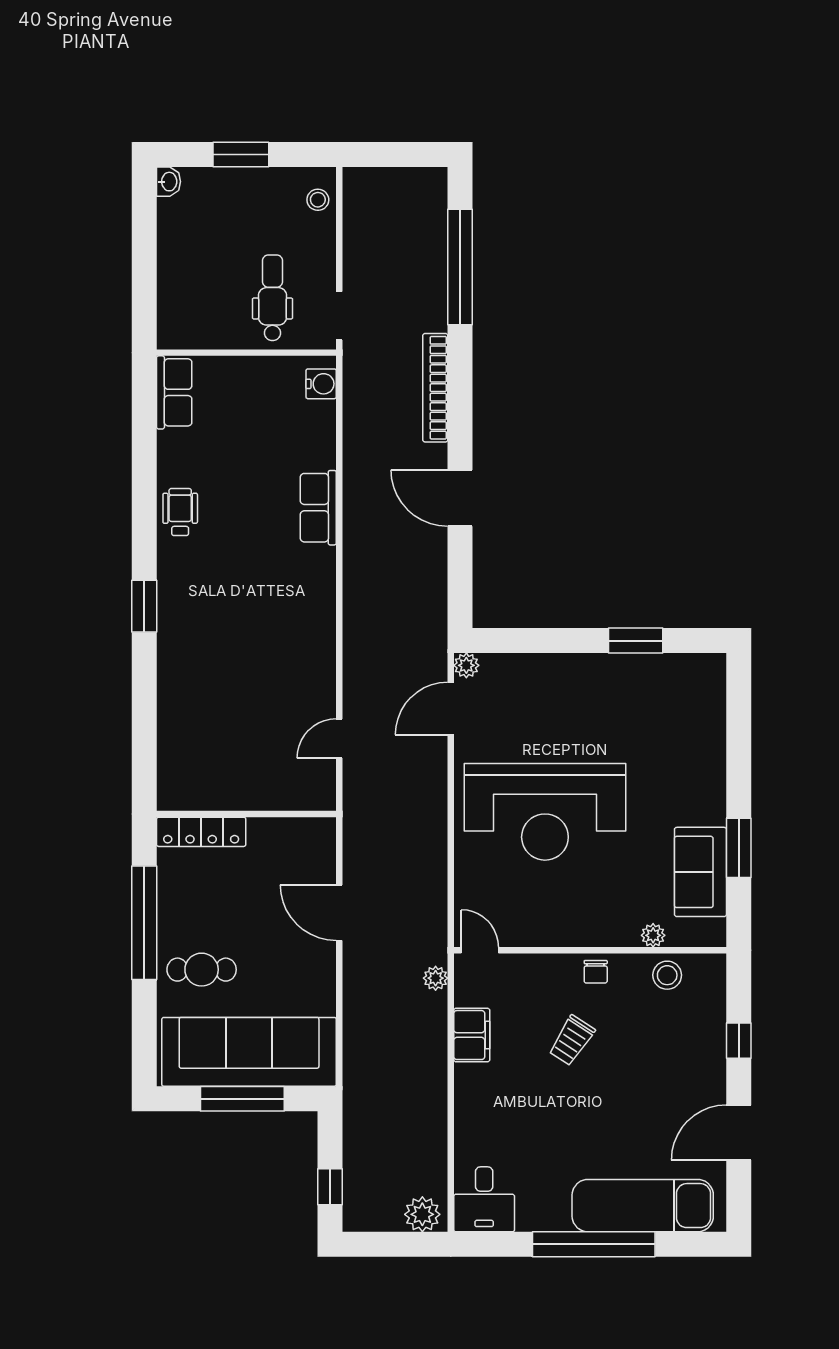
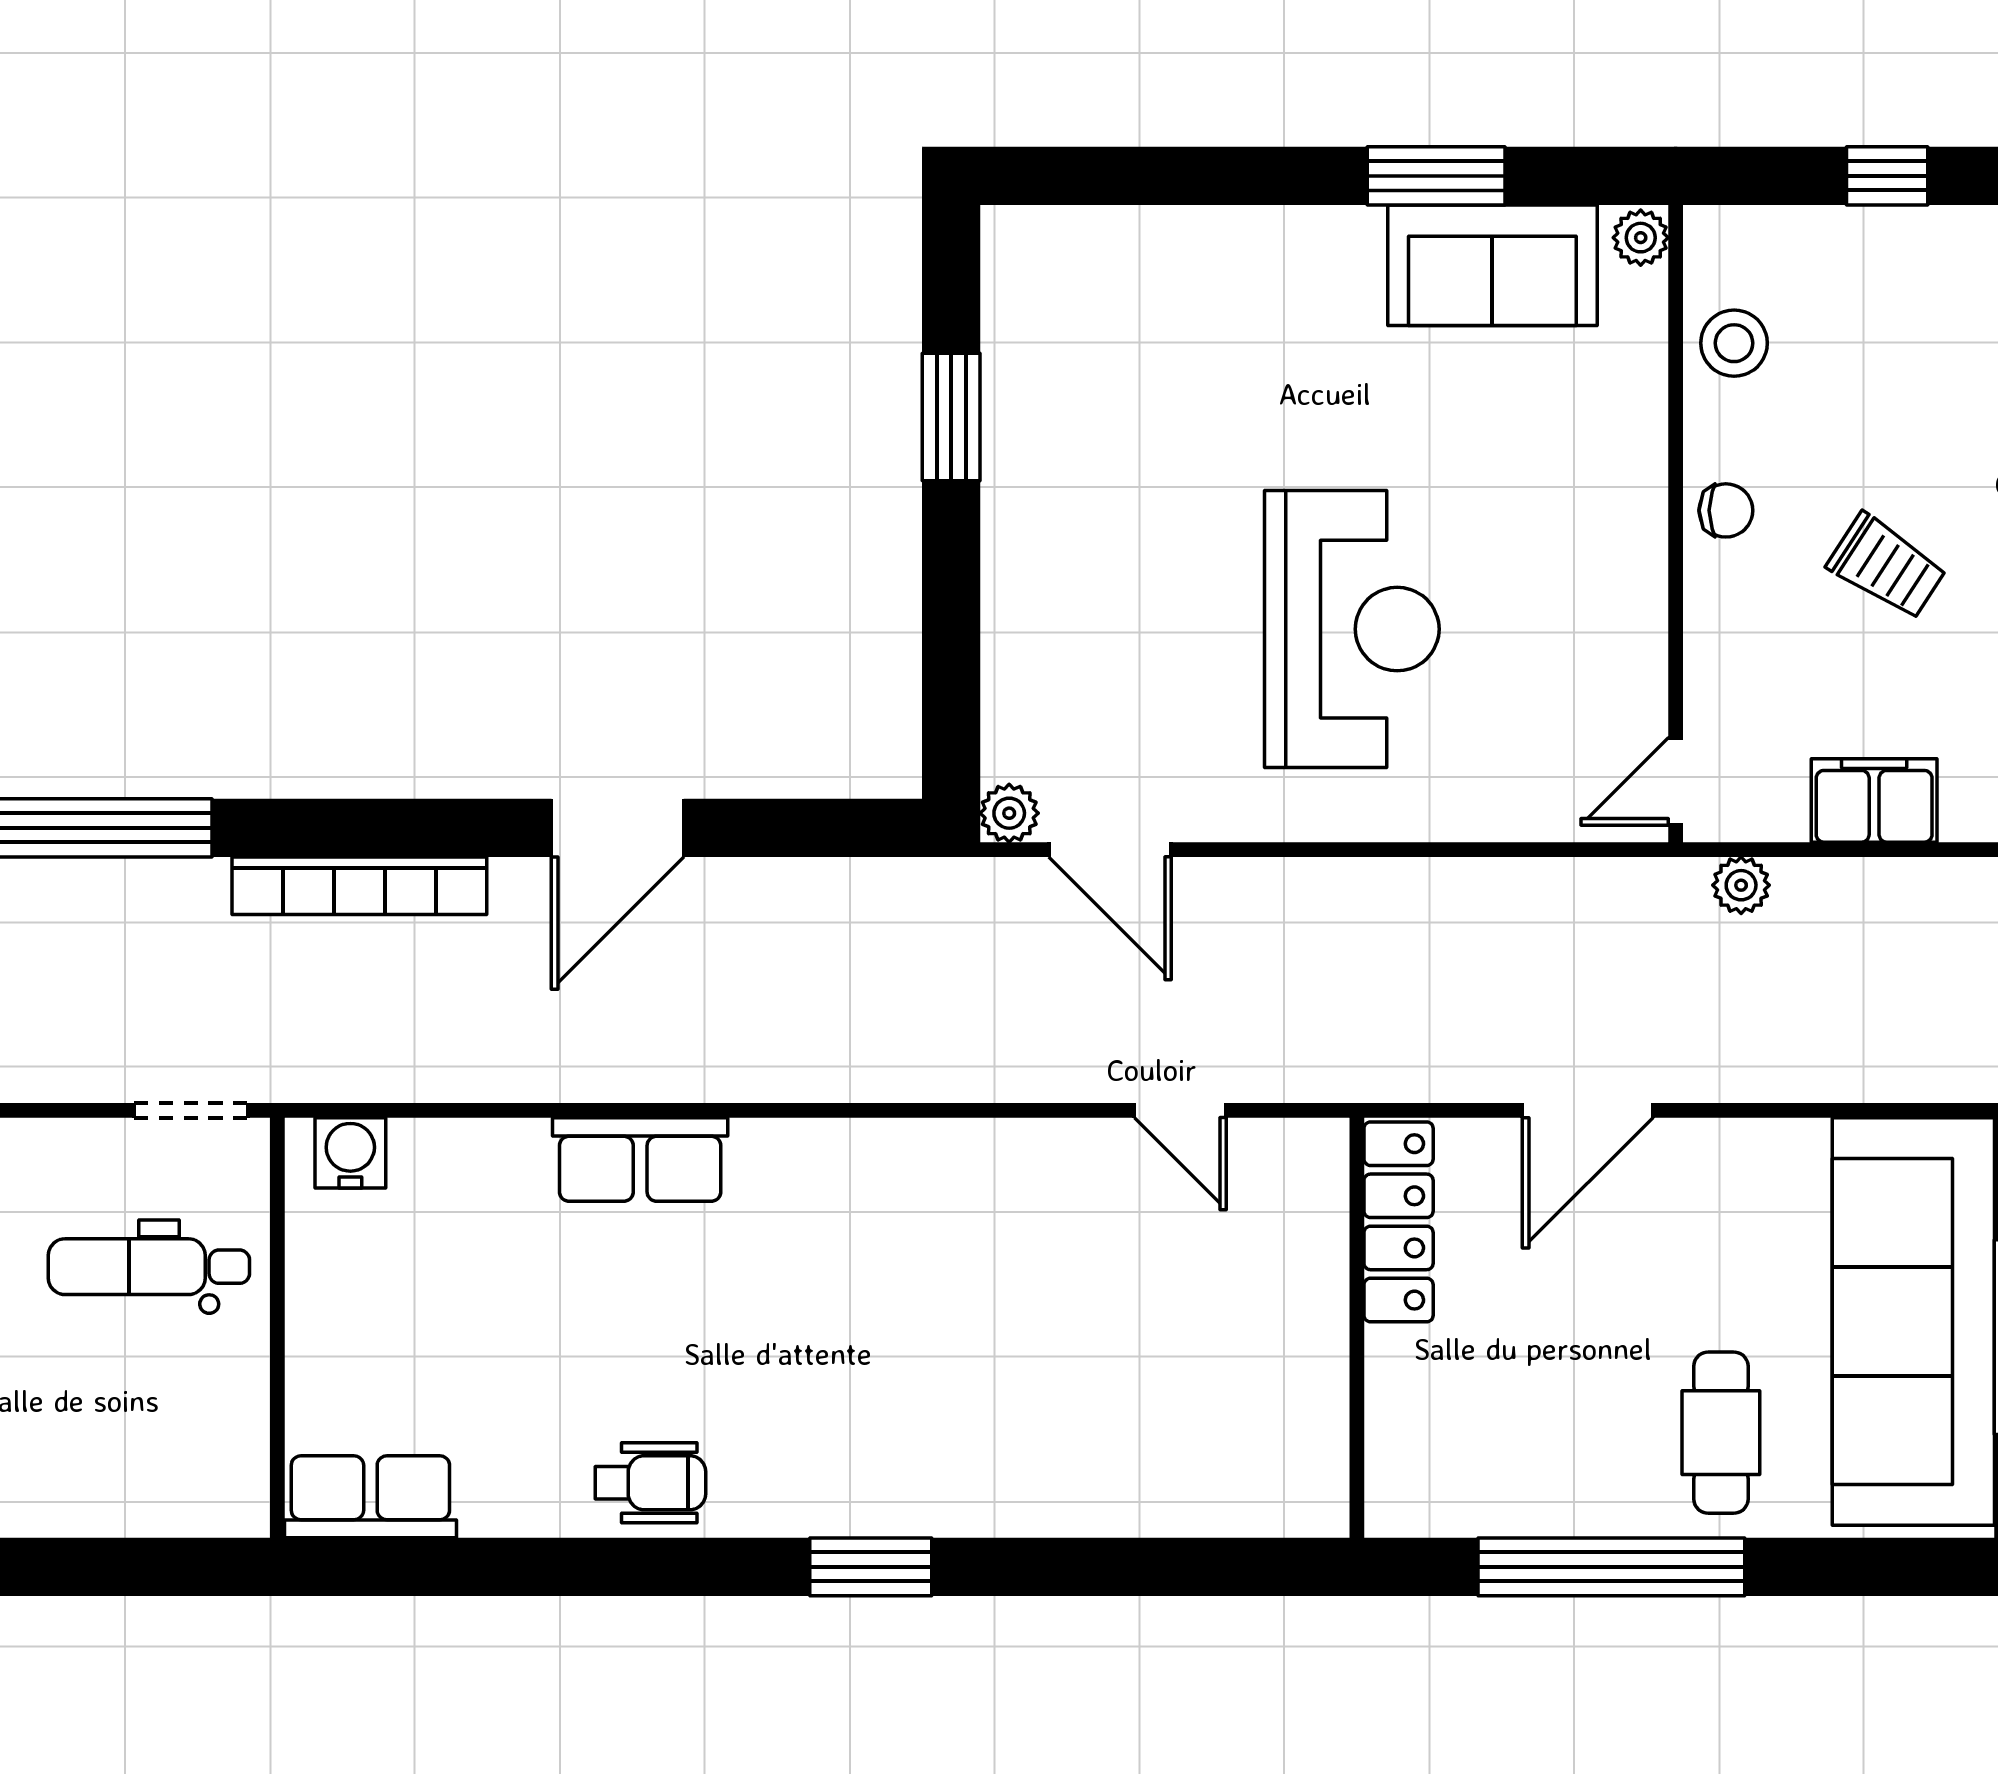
wheelchair: (180, 512) -> (650, 1483), turned 180
reception desk: (545, 812) -> (1352, 629), width x0.74, depth x0.77
locker: (201, 832) -> (1399, 1222), moved
plant: (653, 935) -> (1641, 238), moved

